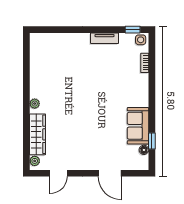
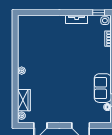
wardrobe: (38, 134) -> (24, 100), width x0.67

